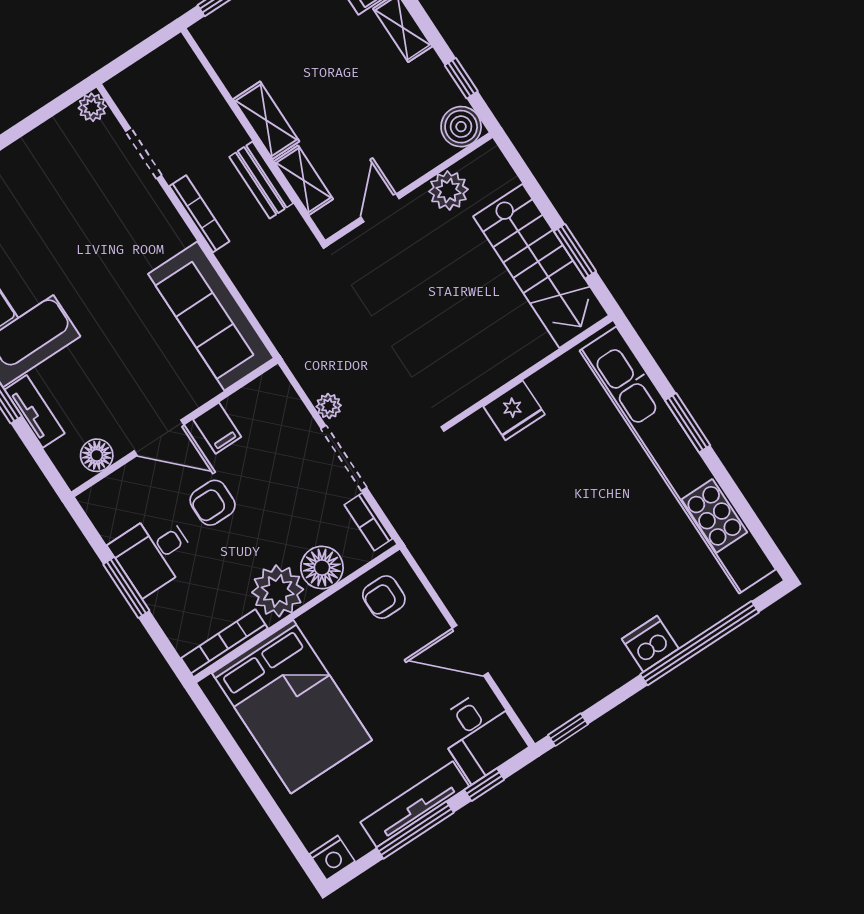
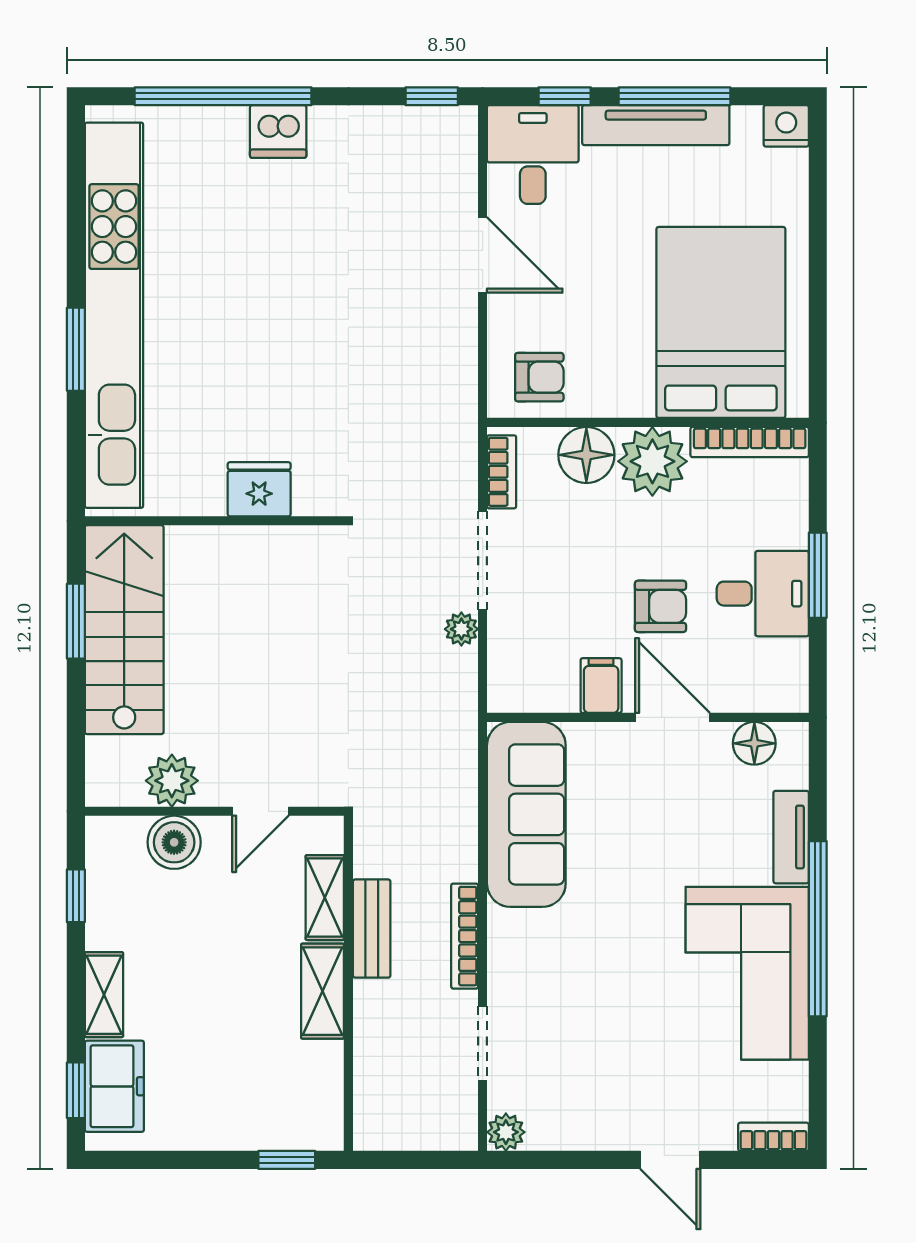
boiler: (461, 127) -> (174, 842), moved

